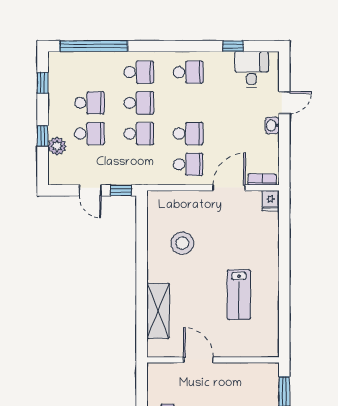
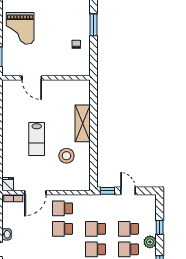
plant: (57, 146) -> (150, 242), moved
lab bench: (239, 295) -> (37, 139), moved, turned 180
shelving: (158, 311) -> (83, 123), moved
door: (198, 360) -> (32, 78), moved

